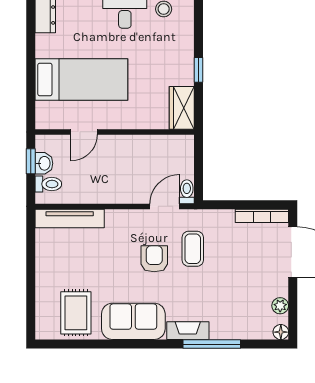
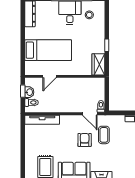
door: (165, 206) -> (90, 114), swing flipped

